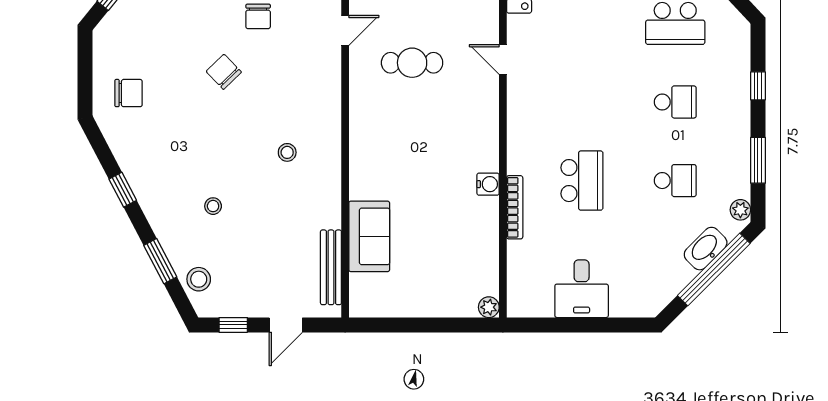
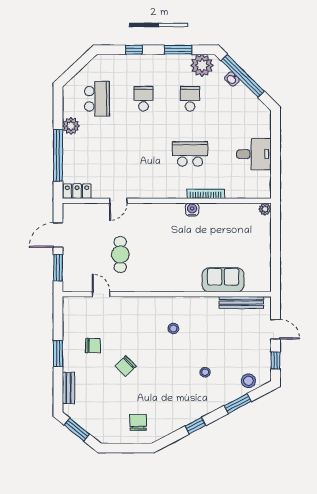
plant: (740, 210) -> (202, 65), width x1.87, depth x1.87
washbasin: (706, 249) -> (232, 79), width x0.52, depth x0.69

